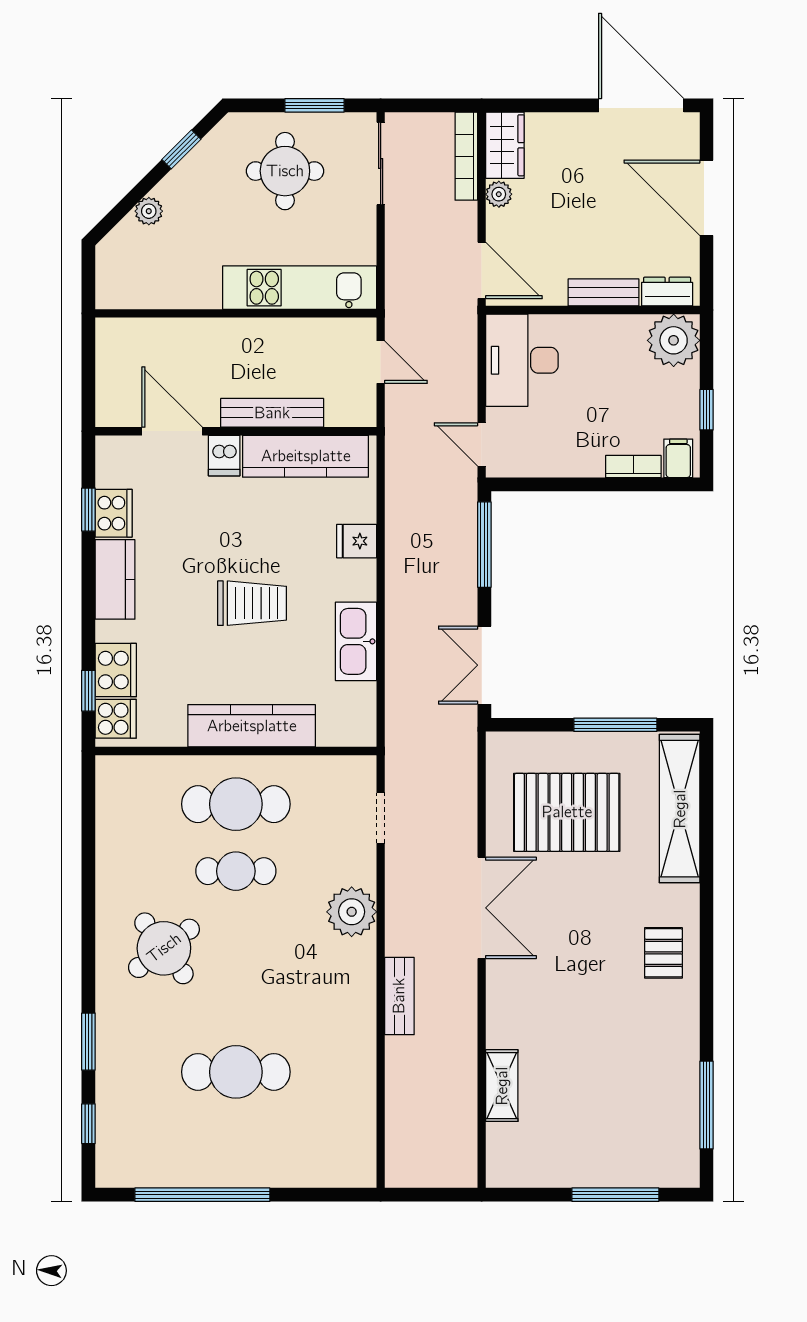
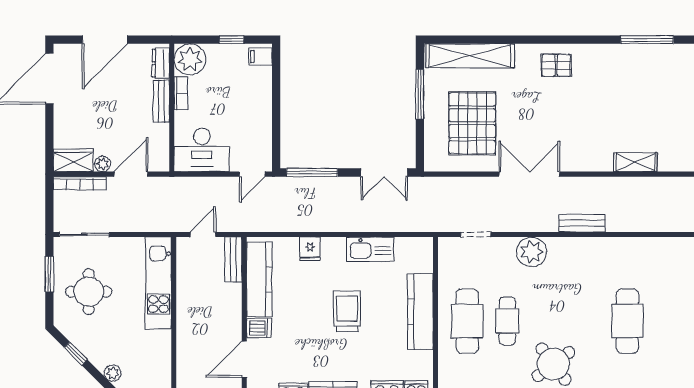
door: (482, 270) -> (131, 174), moved
bench: (272, 413) -> (233, 259), moved, width x0.73
bookcase: (633, 467) -> (181, 93), moved, turned 180

